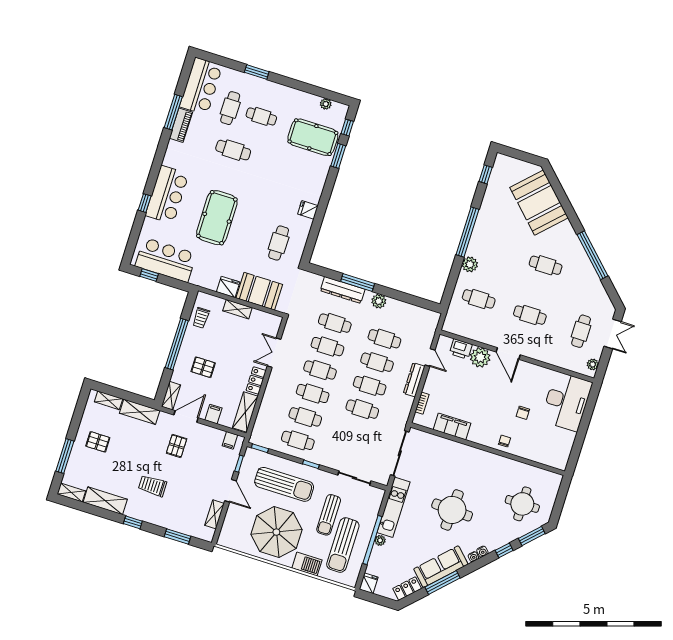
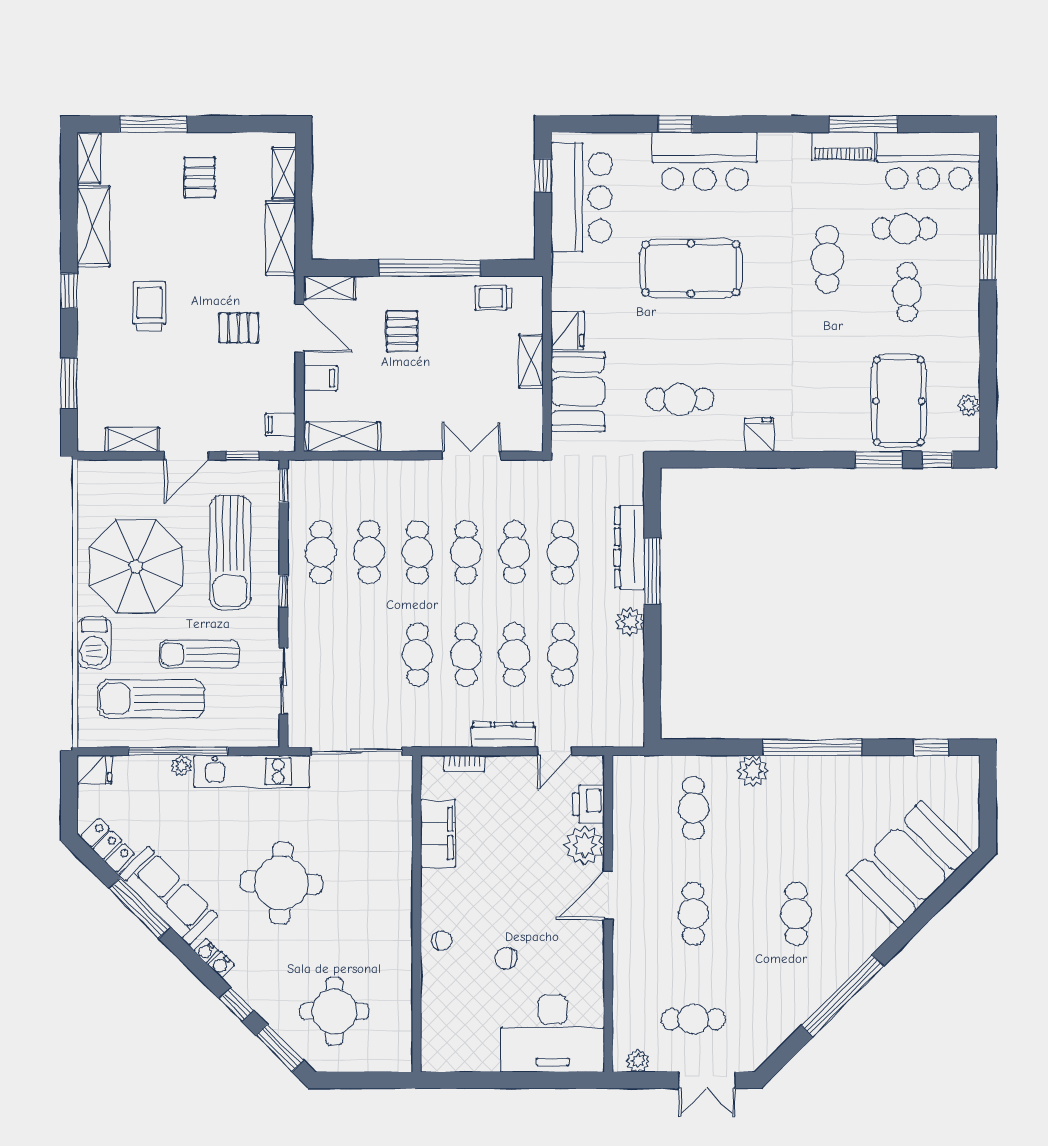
locker: (256, 380) -> (408, 438), removed

